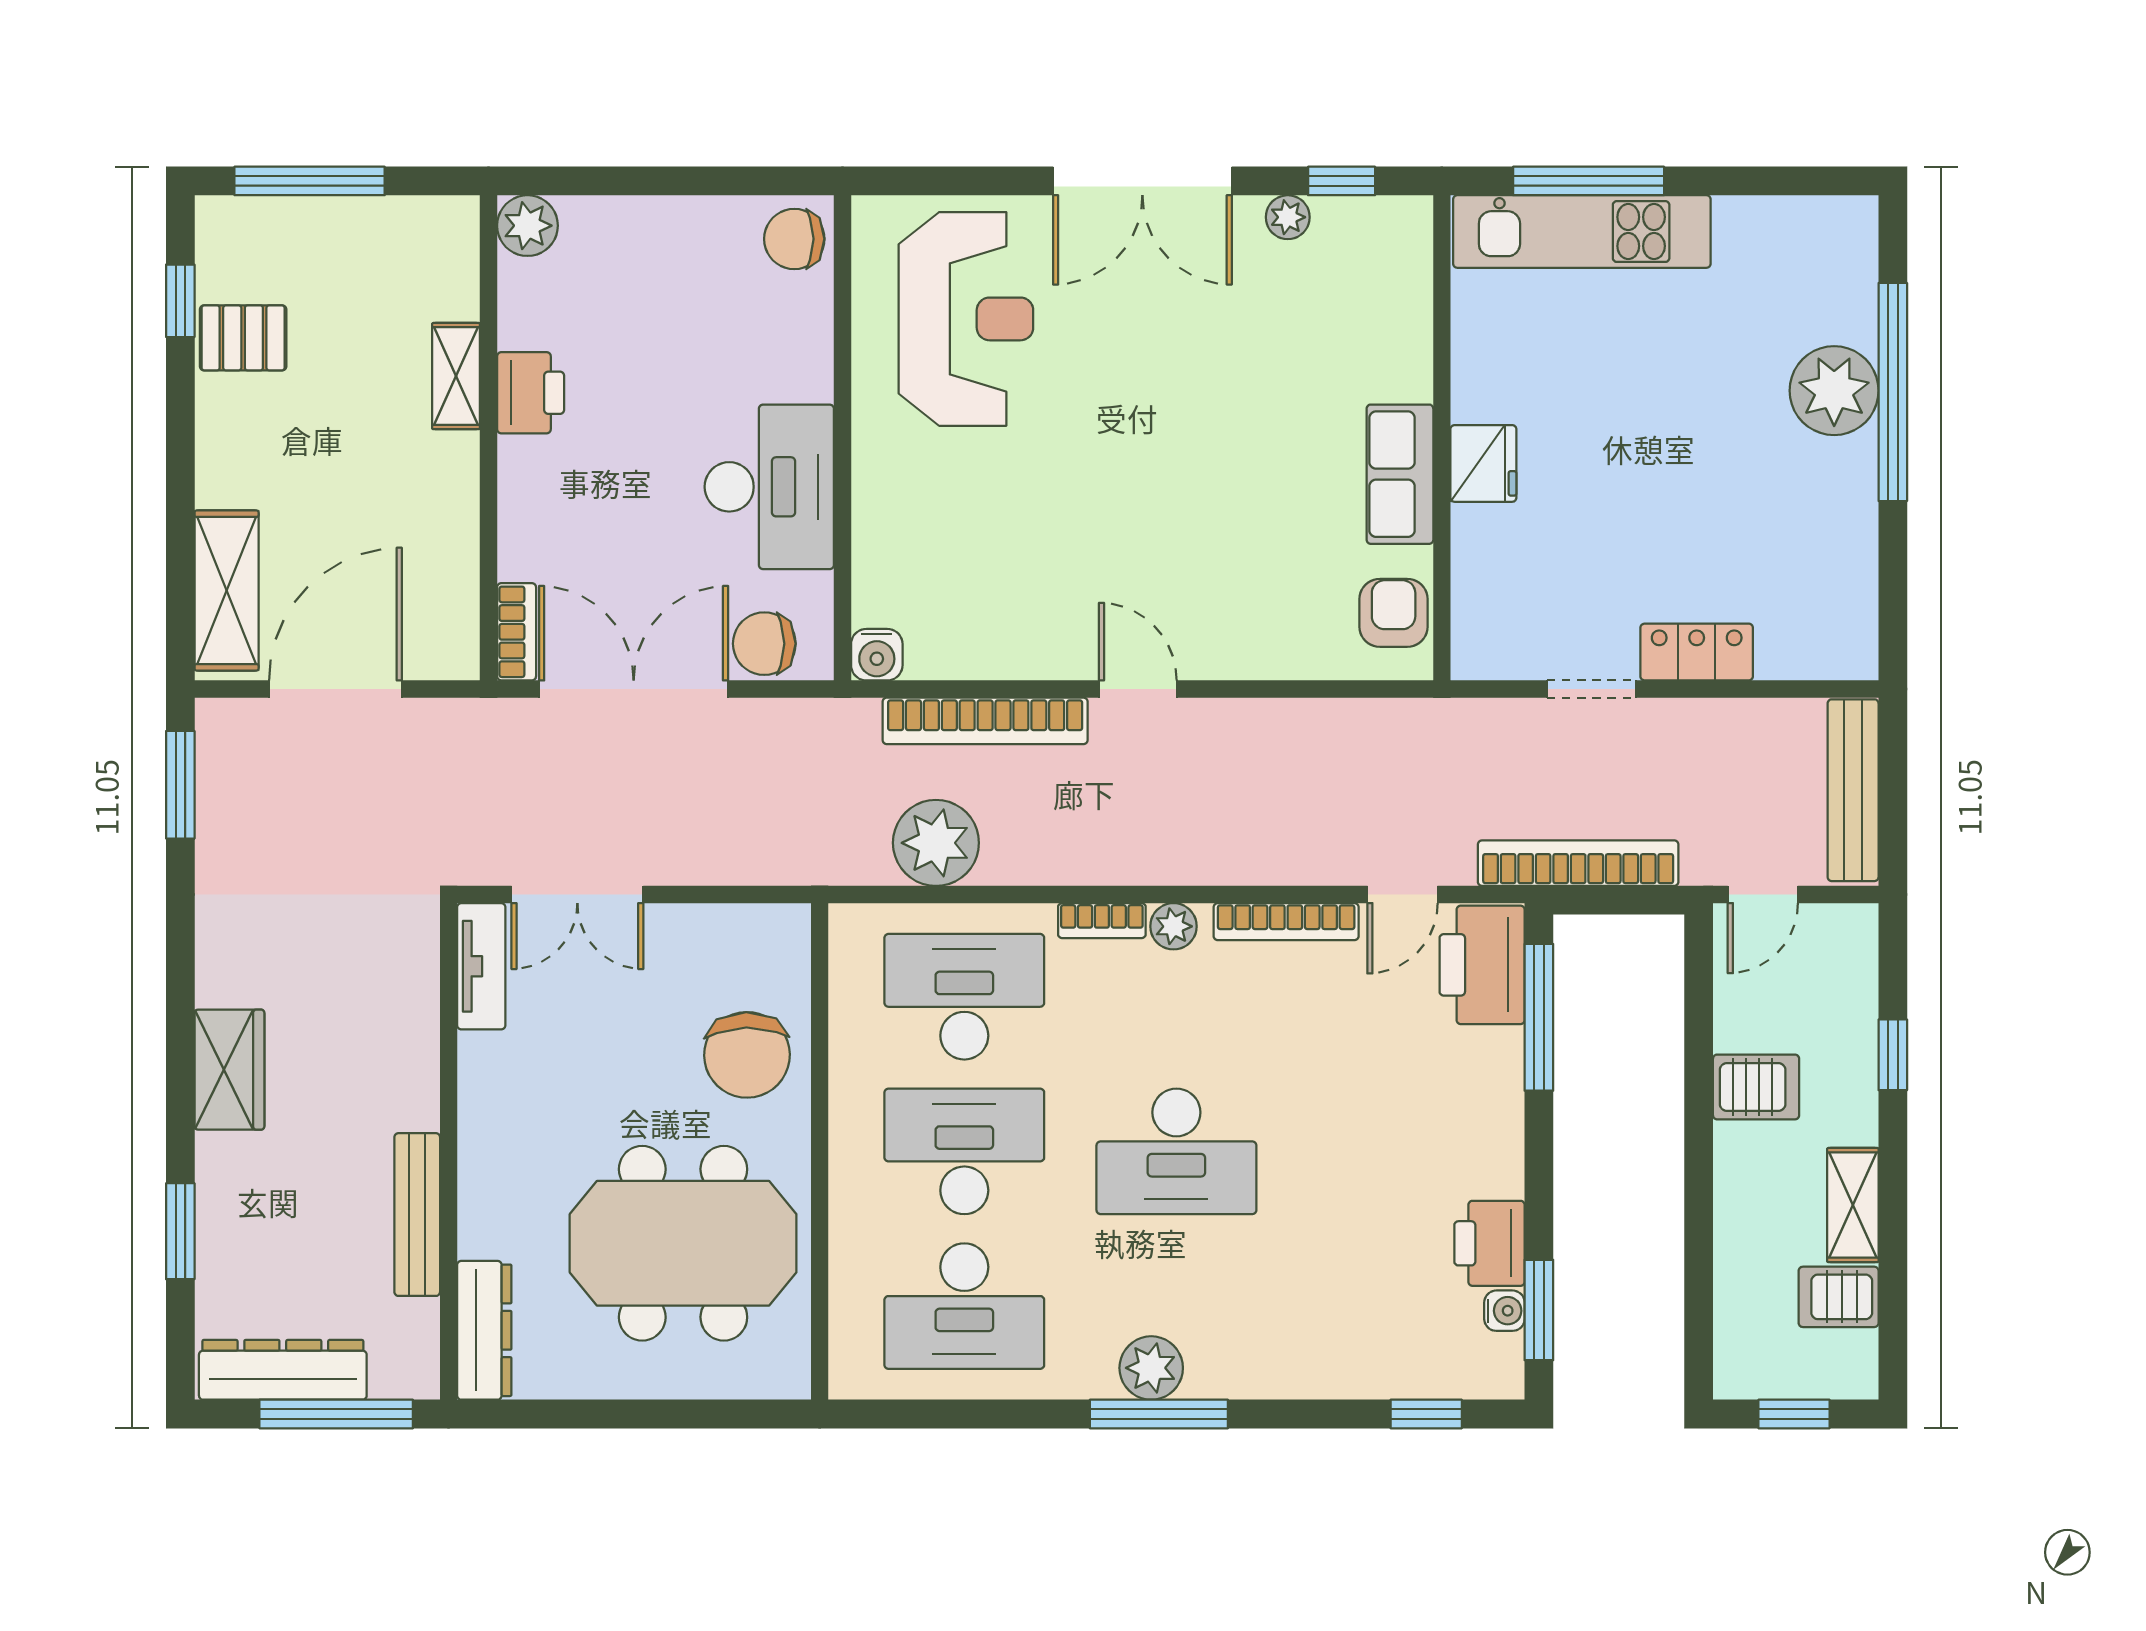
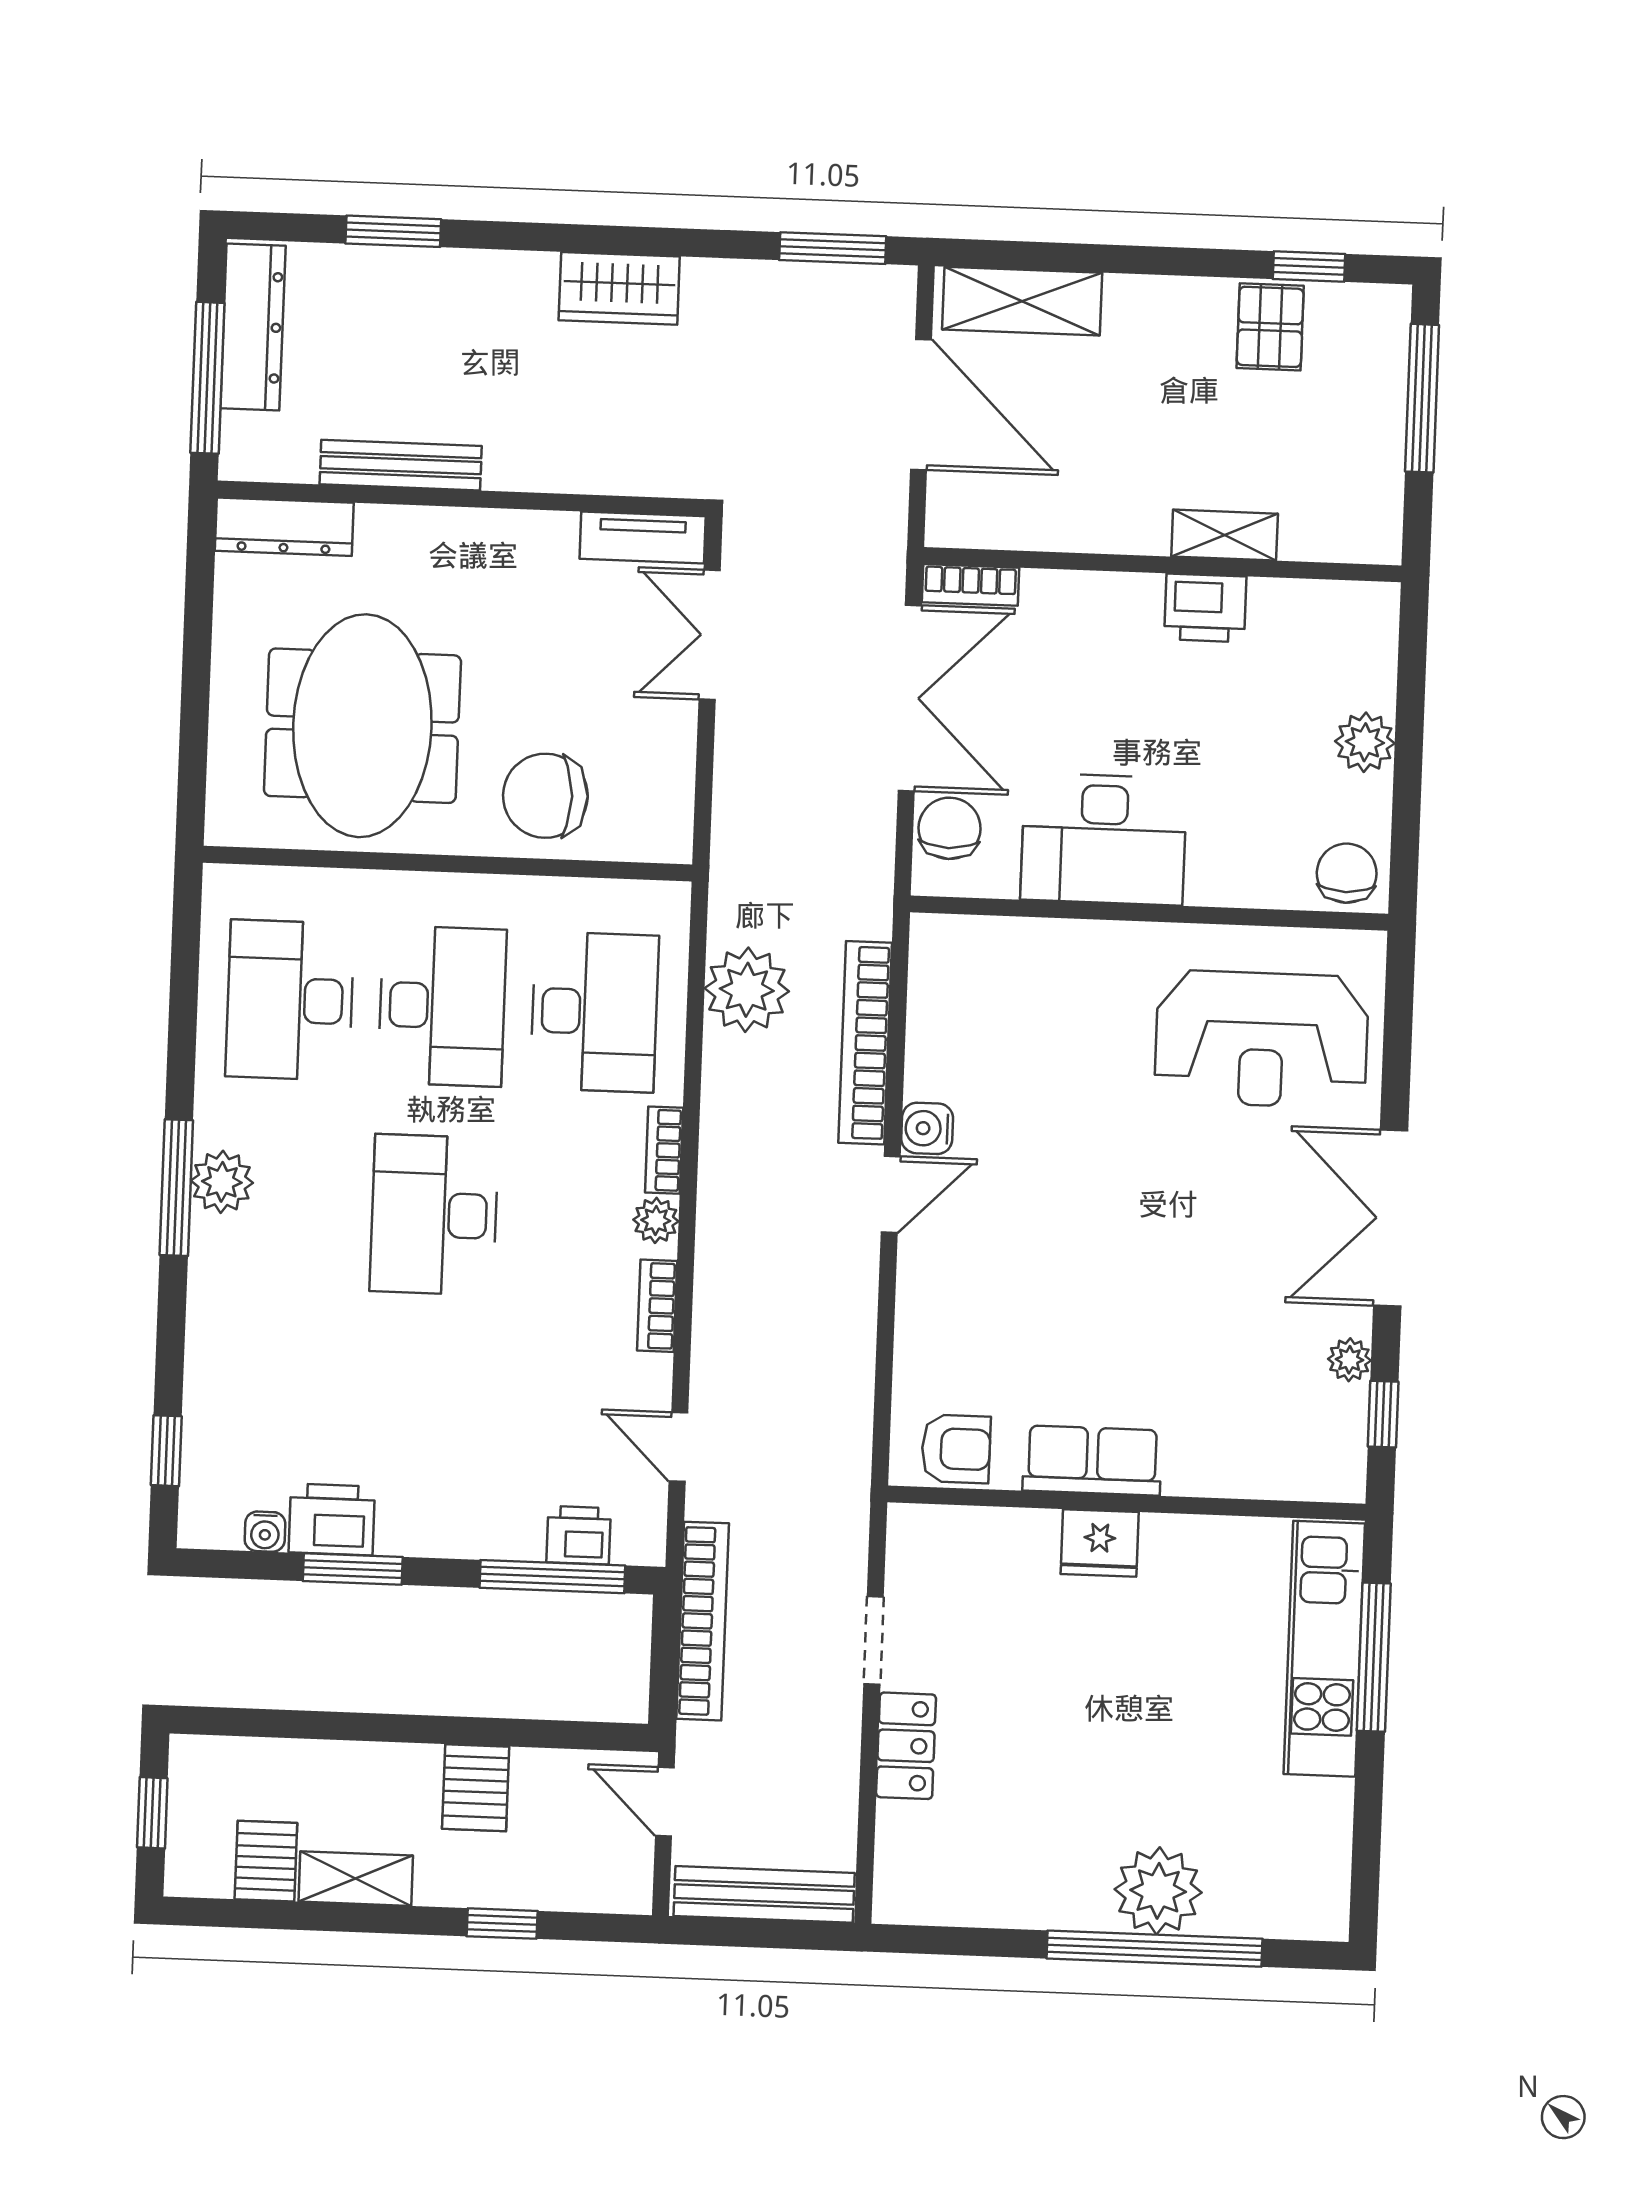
plant: (527, 226) -> (1365, 742), moved
water cooler: (877, 655) -> (927, 1128), moved
bookcase: (1286, 922) -> (657, 1306), width x0.64
printer: (1482, 965) -> (578, 1535), width x0.53, depth x0.68
wardrobe: (229, 1070) -> (619, 288), moved
window: (1539, 1310) -> (353, 1569), moved

